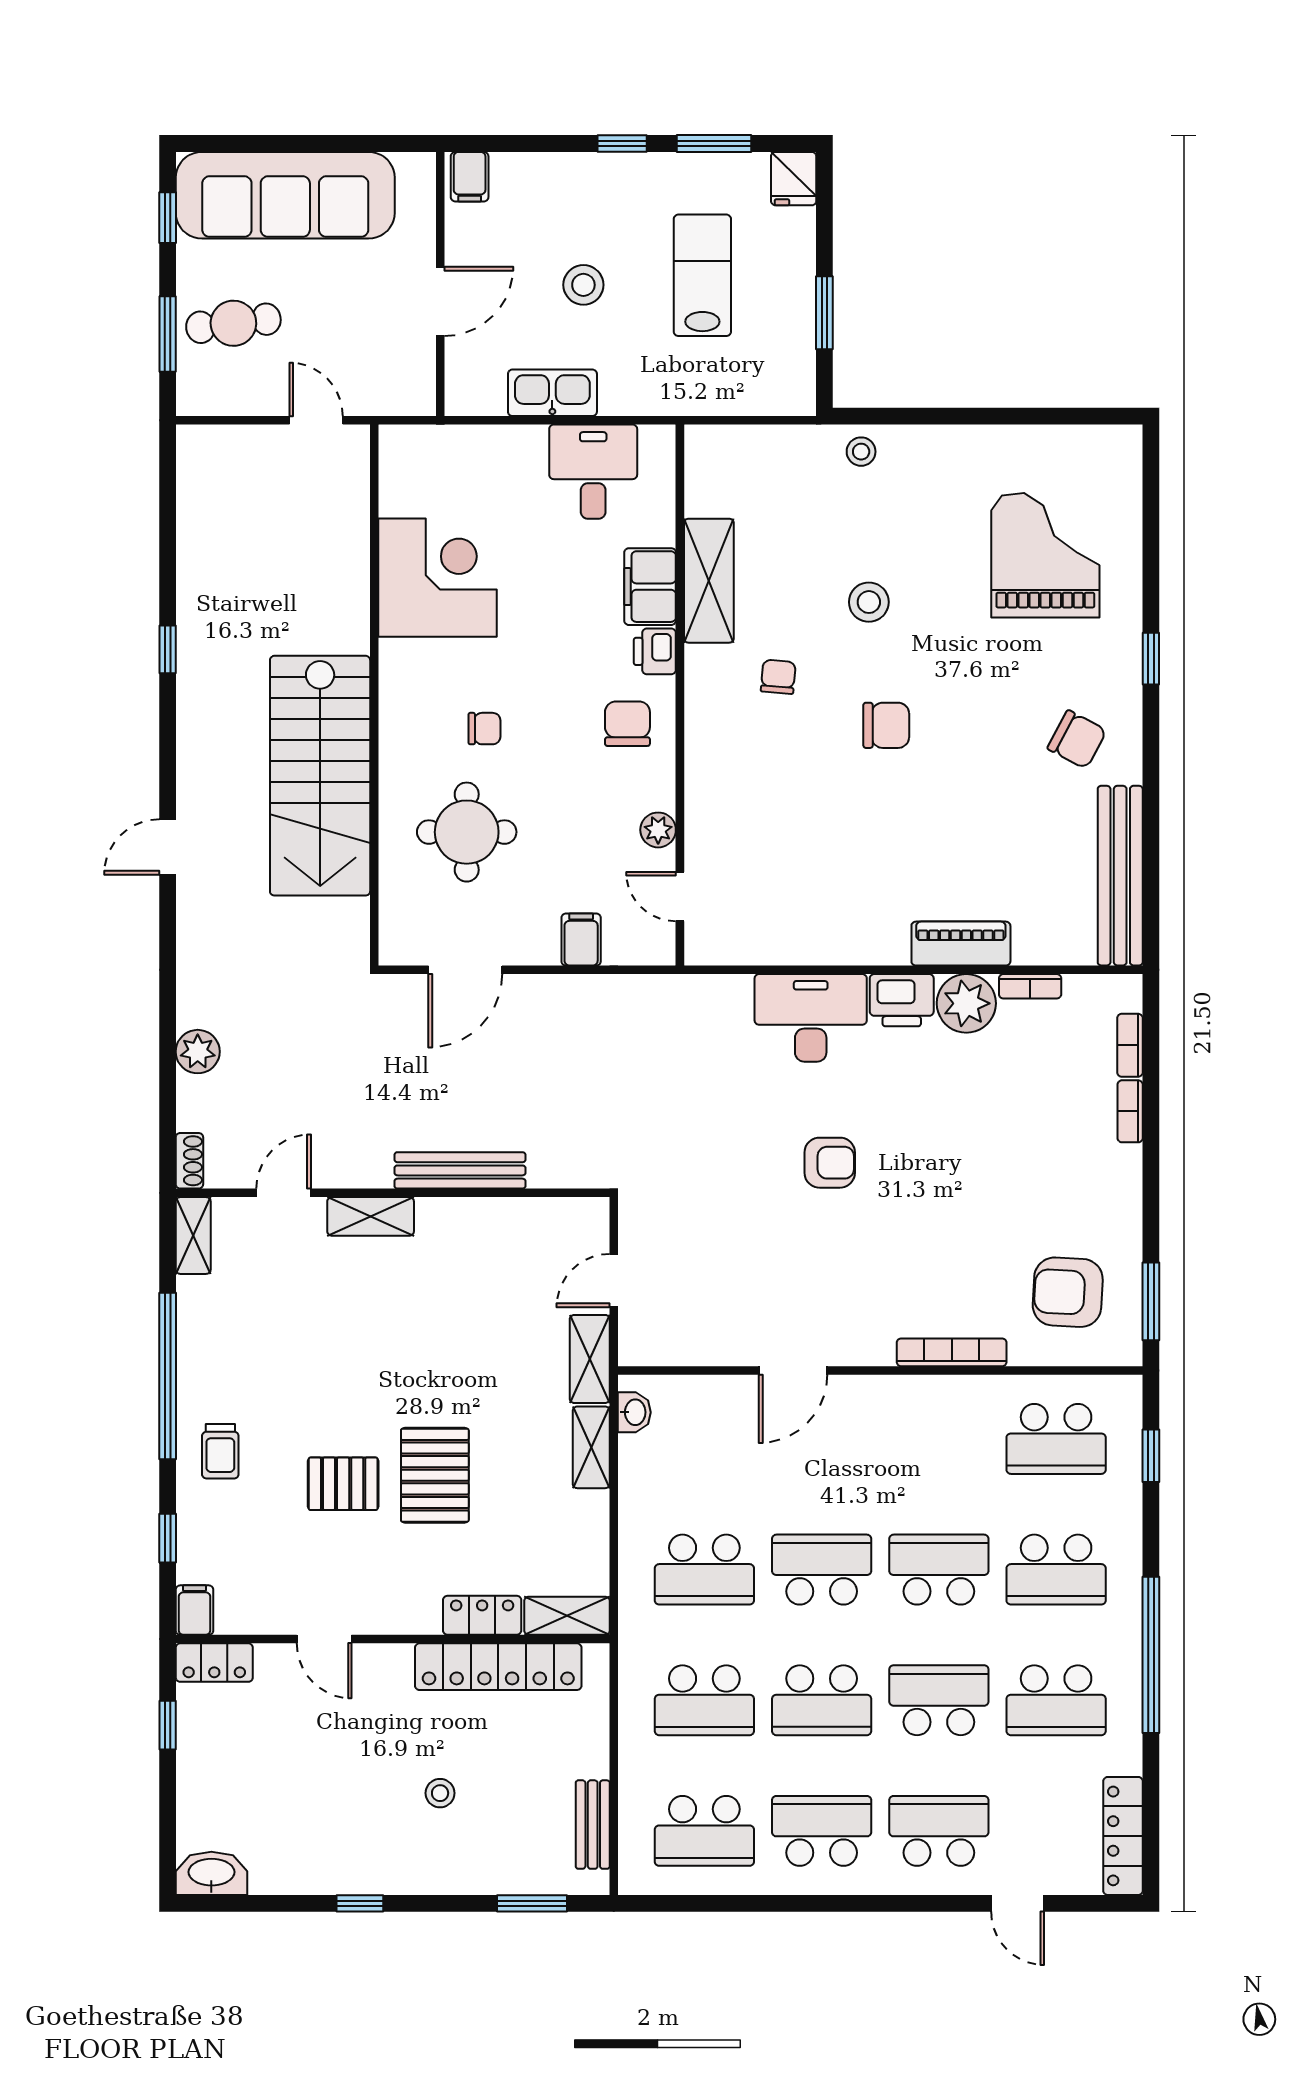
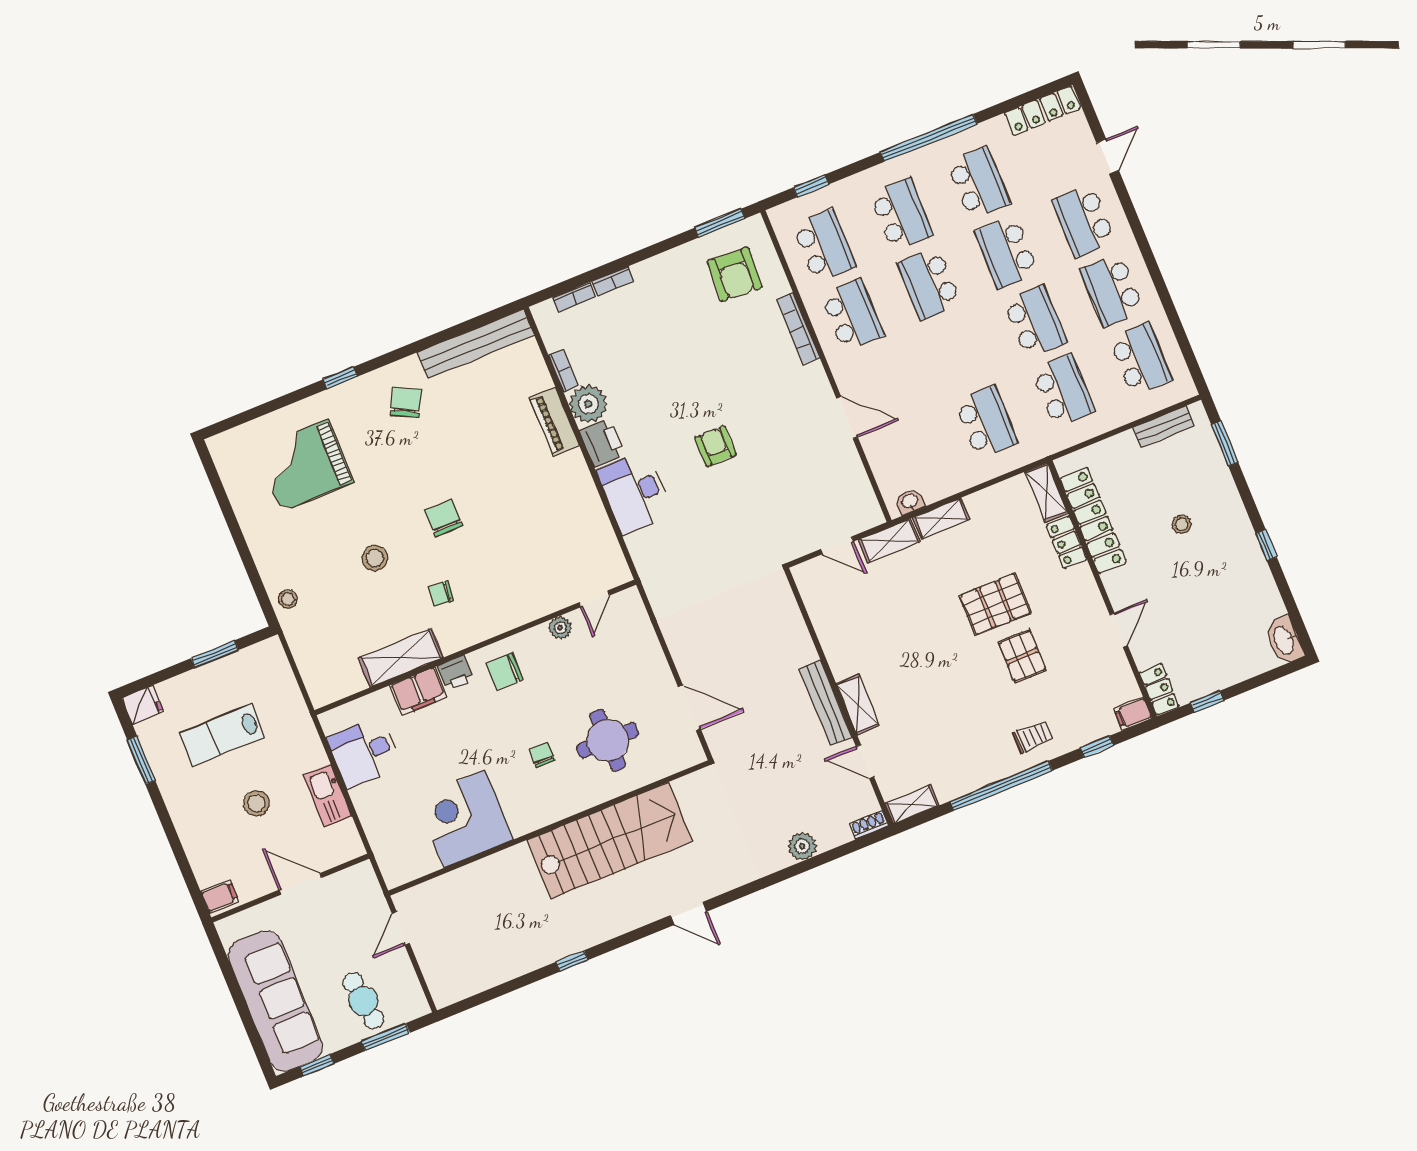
window: (622, 144) -> (163, 814), removed
filing cabinet: (581, 940) -> (644, 647), removed
bench: (460, 1170) -> (825, 703), moved
school desk: (822, 1570) -> (852, 315), moved, turned 180

